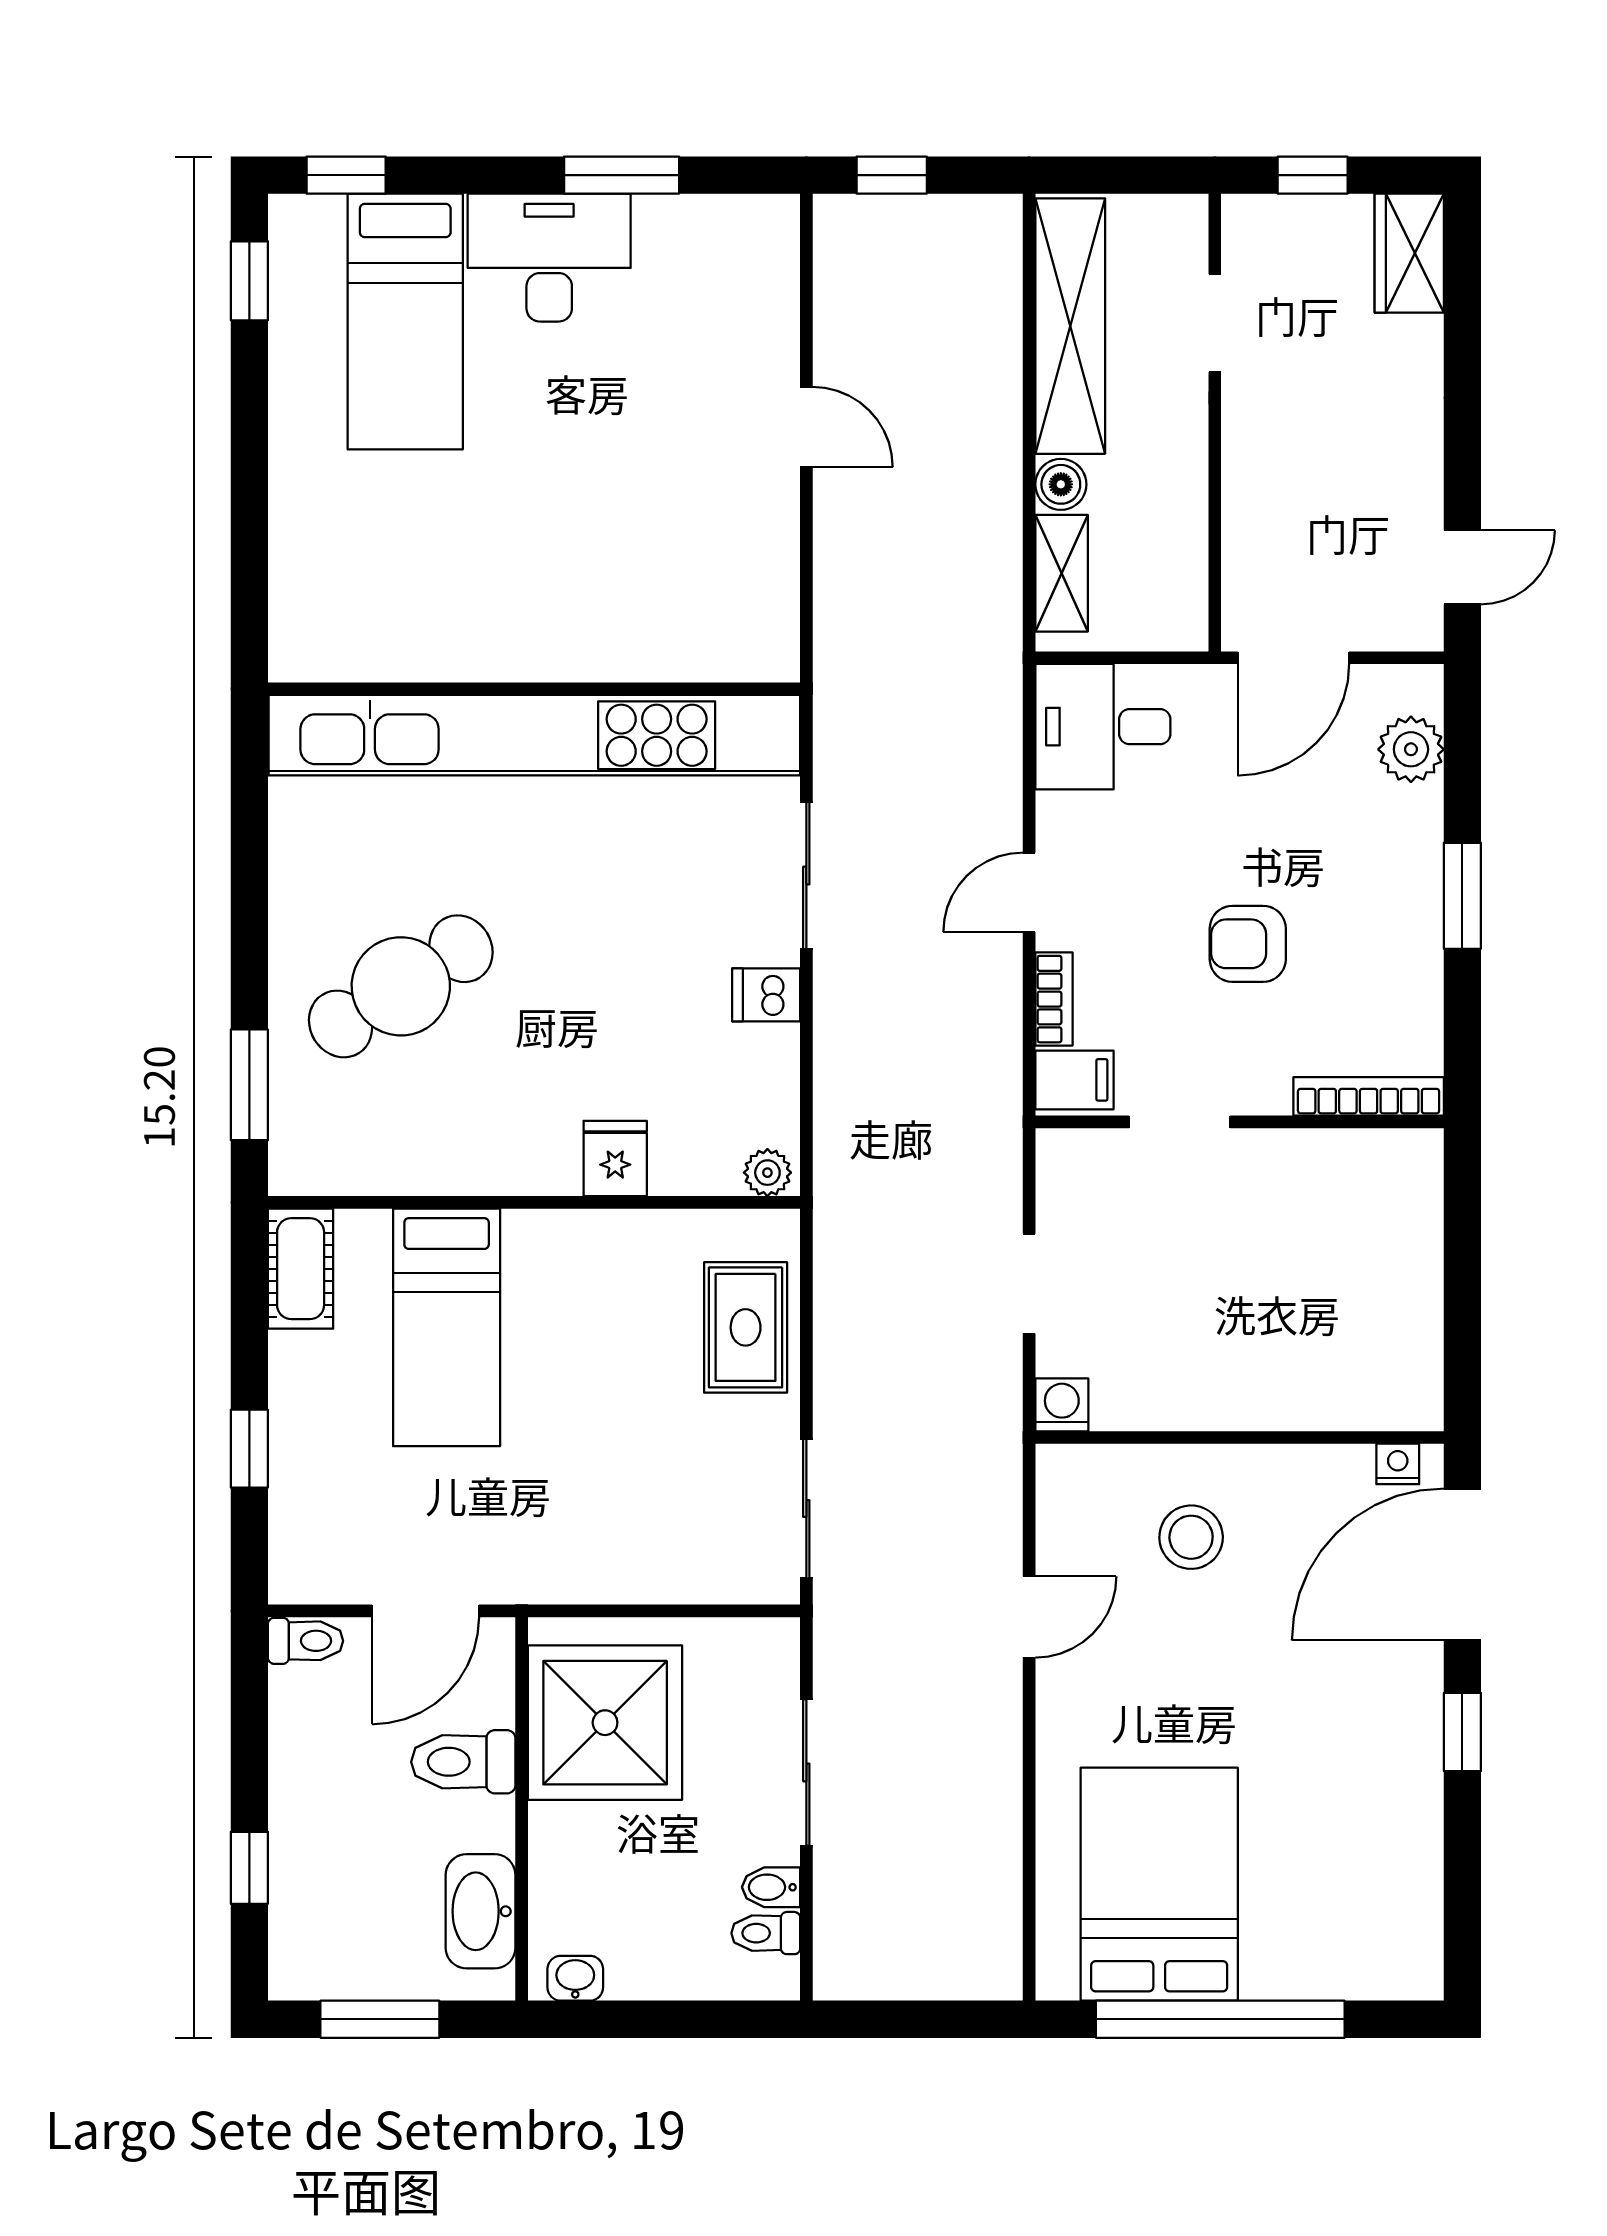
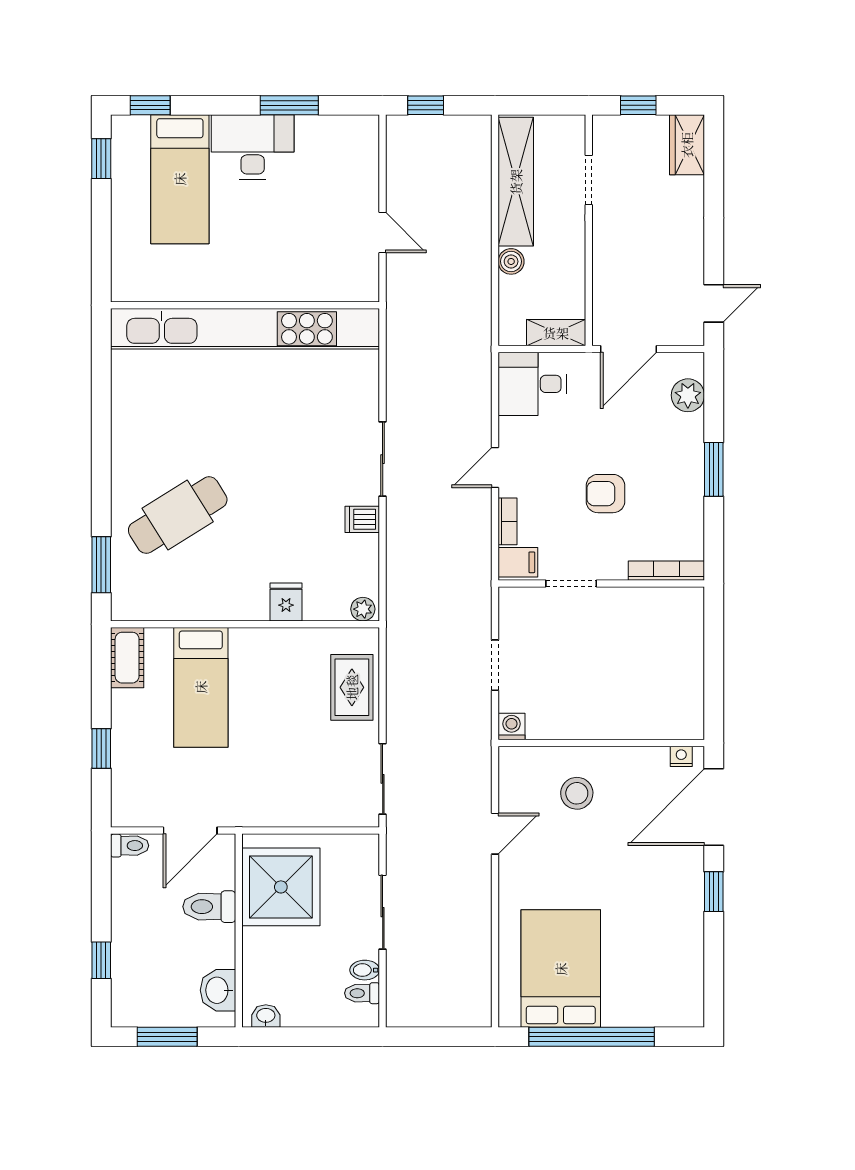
shelving: (1062, 573) -> (556, 333), moved, turned 90
wall: (534, 689) -> (245, 305), moved
kitchen unit: (534, 735) -> (245, 329), moved
washbasin: (481, 1911) -> (218, 990), width x0.72

